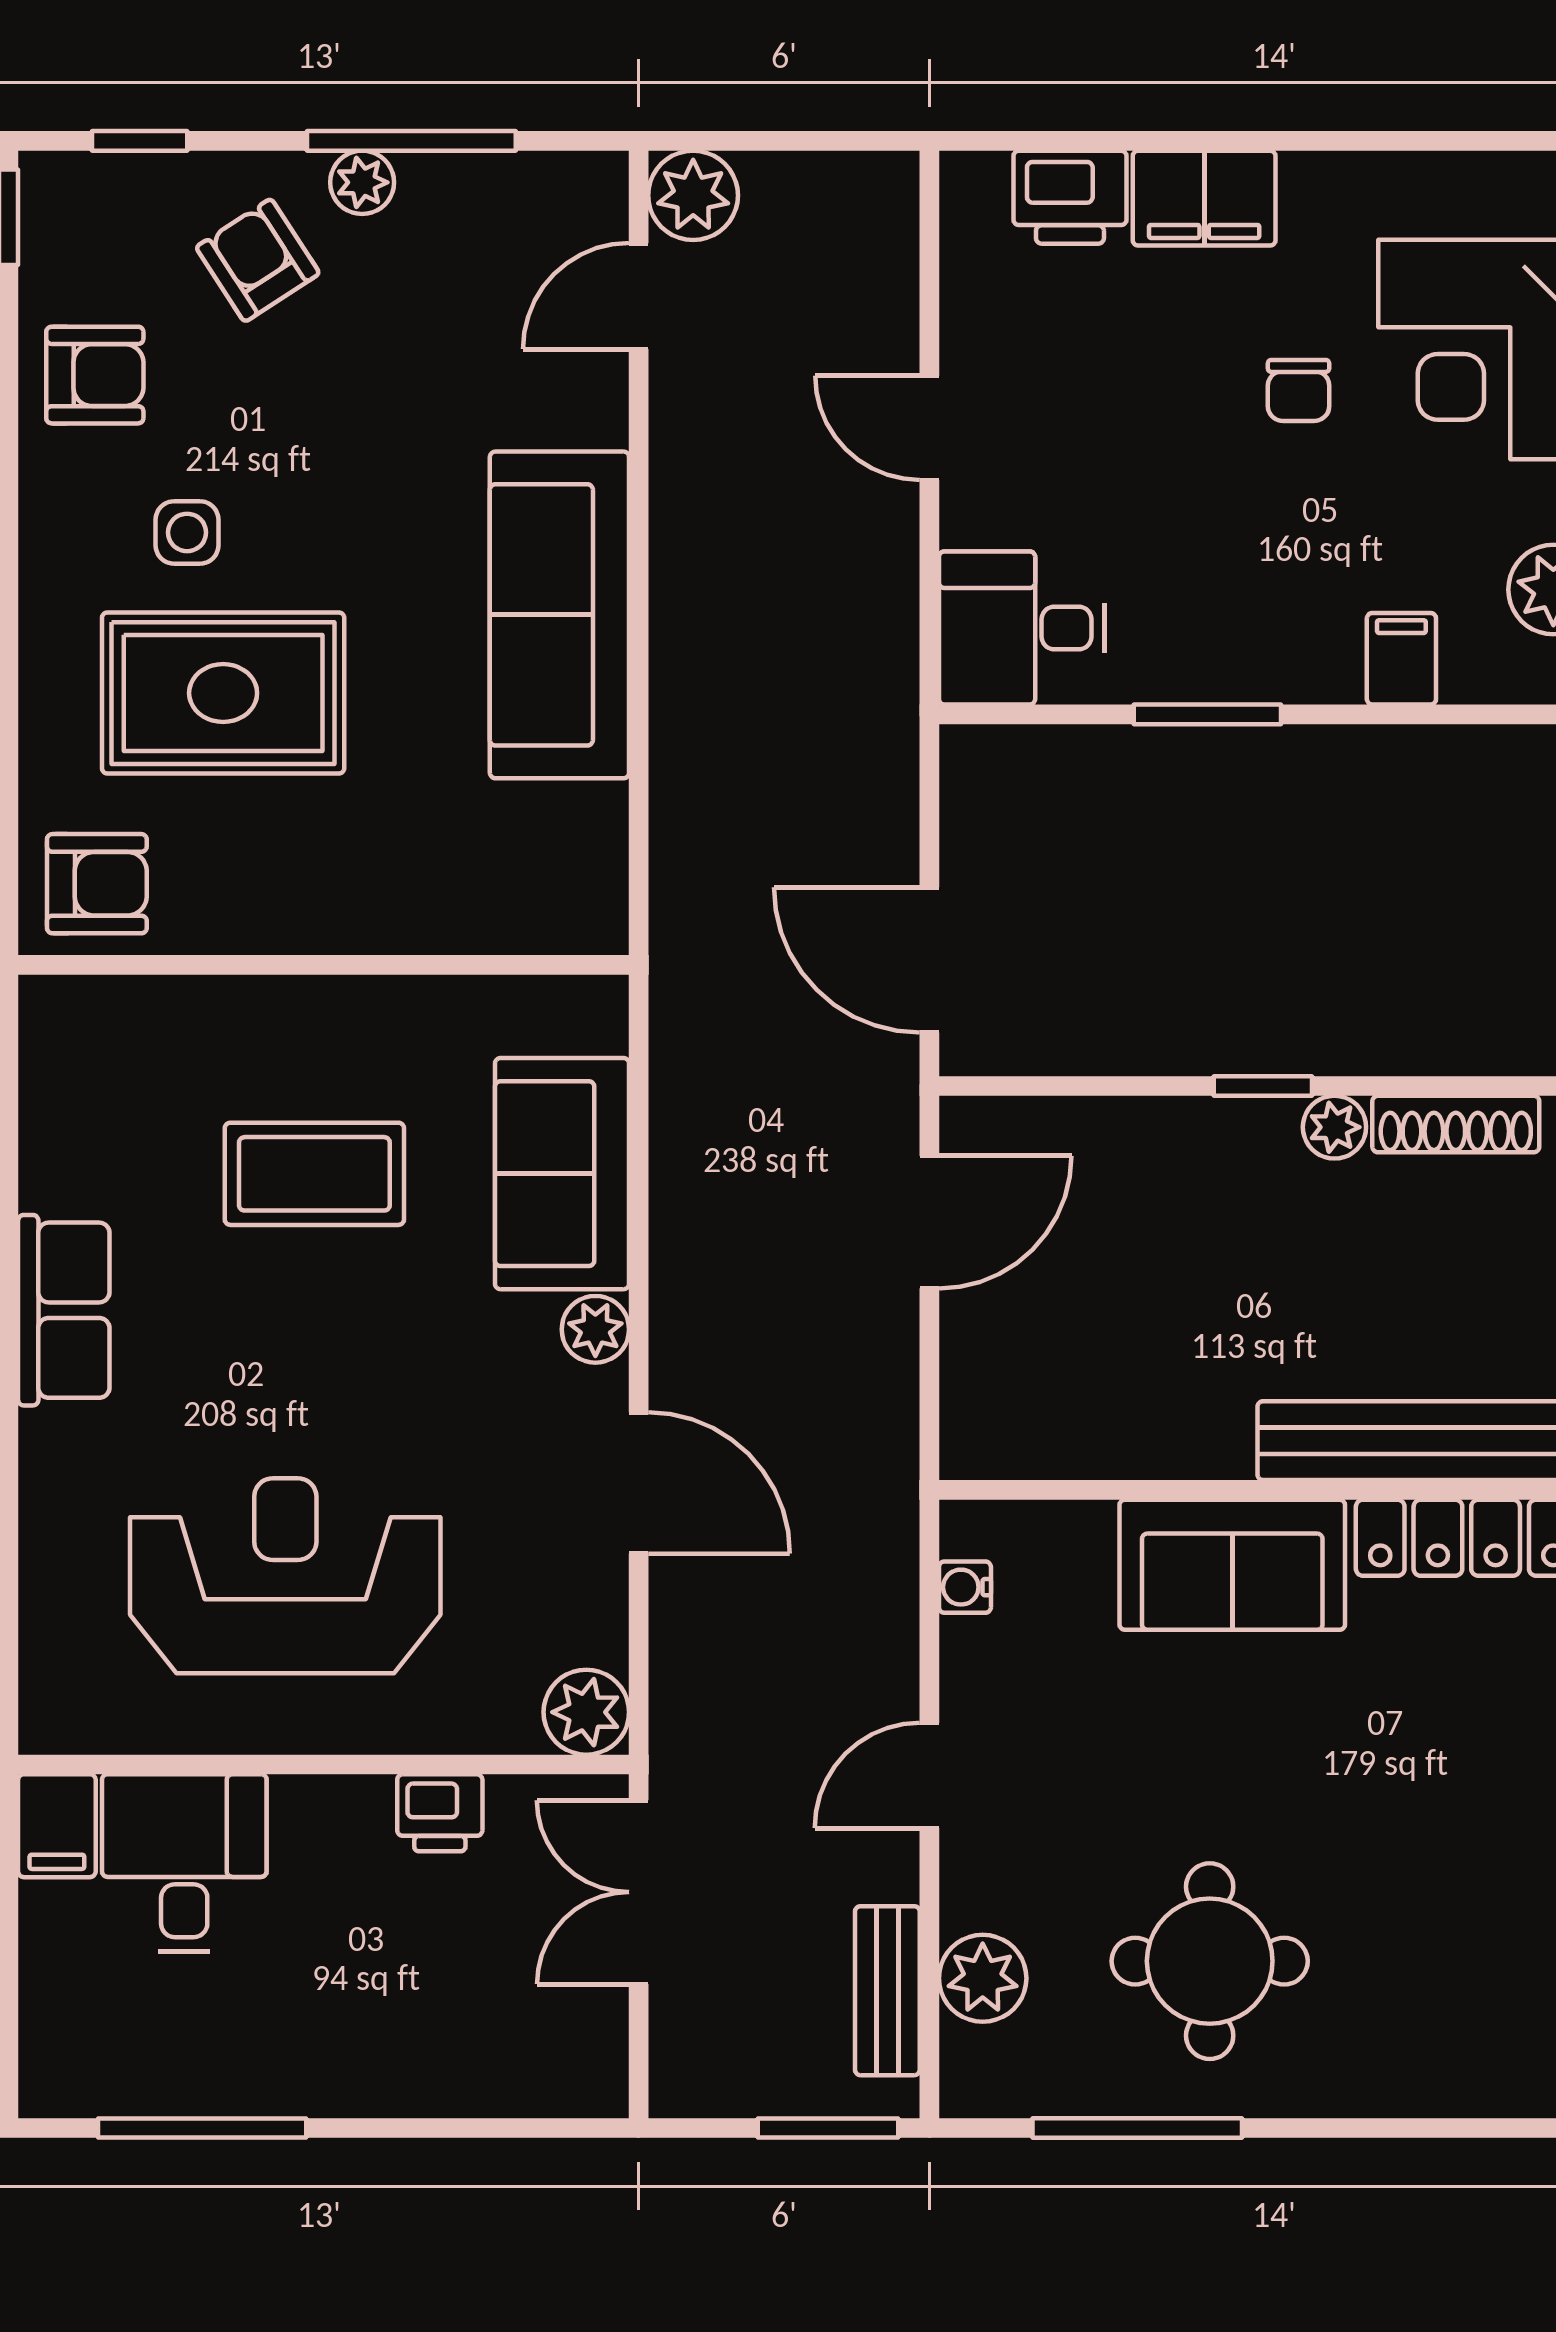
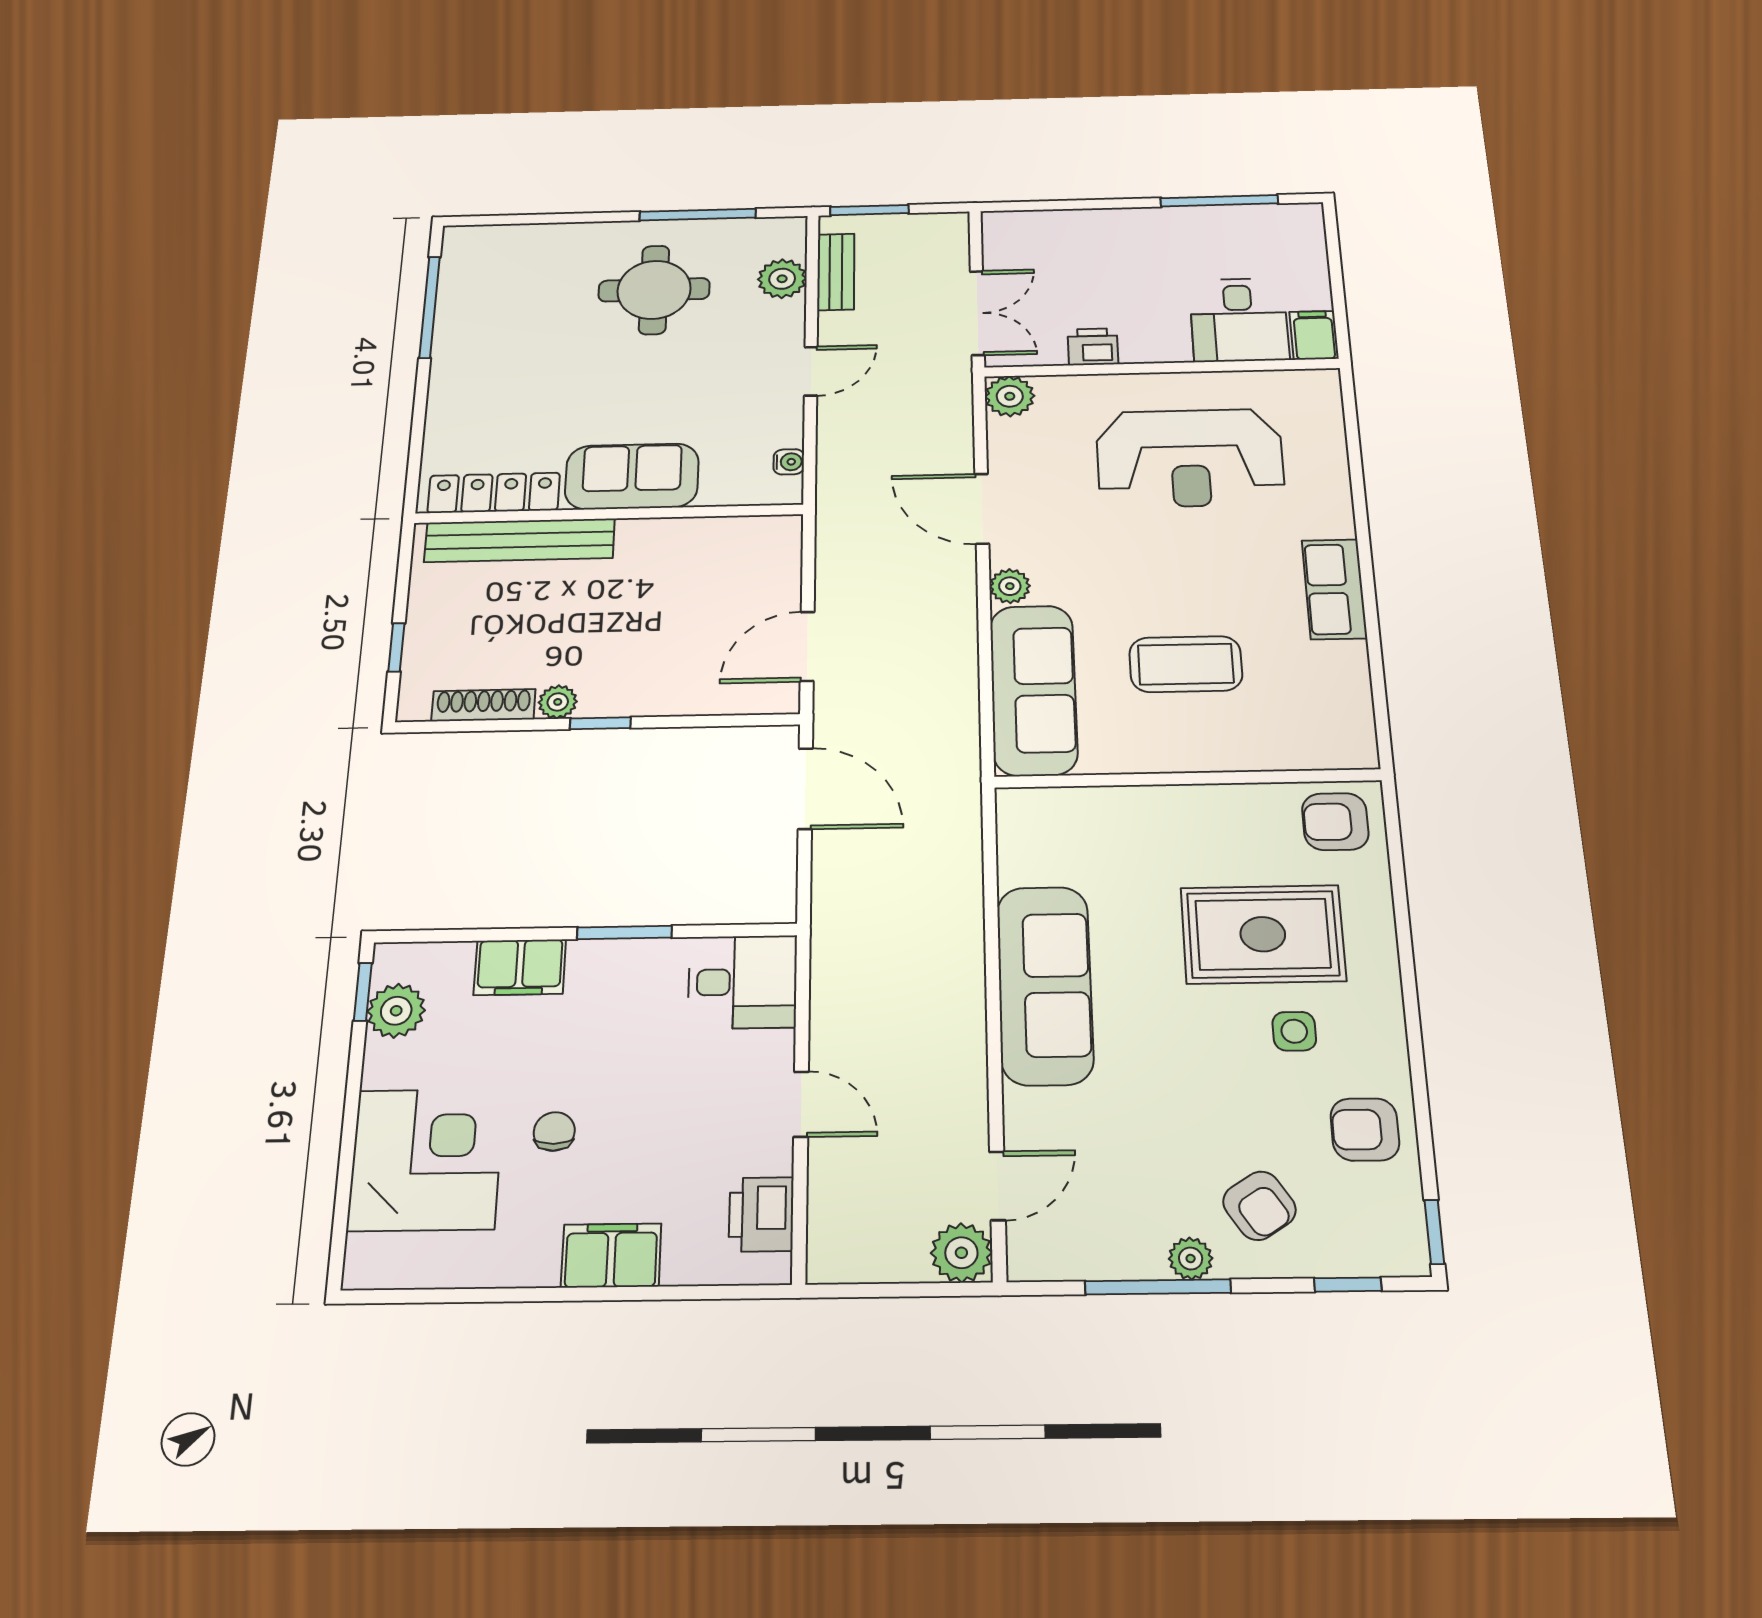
printer: (1070, 197) -> (761, 1214), moved, turned -90
filing cabinet: (1401, 659) -> (520, 967), width x2.00
sofa: (562, 1174) -> (1033, 690), width x1.36

